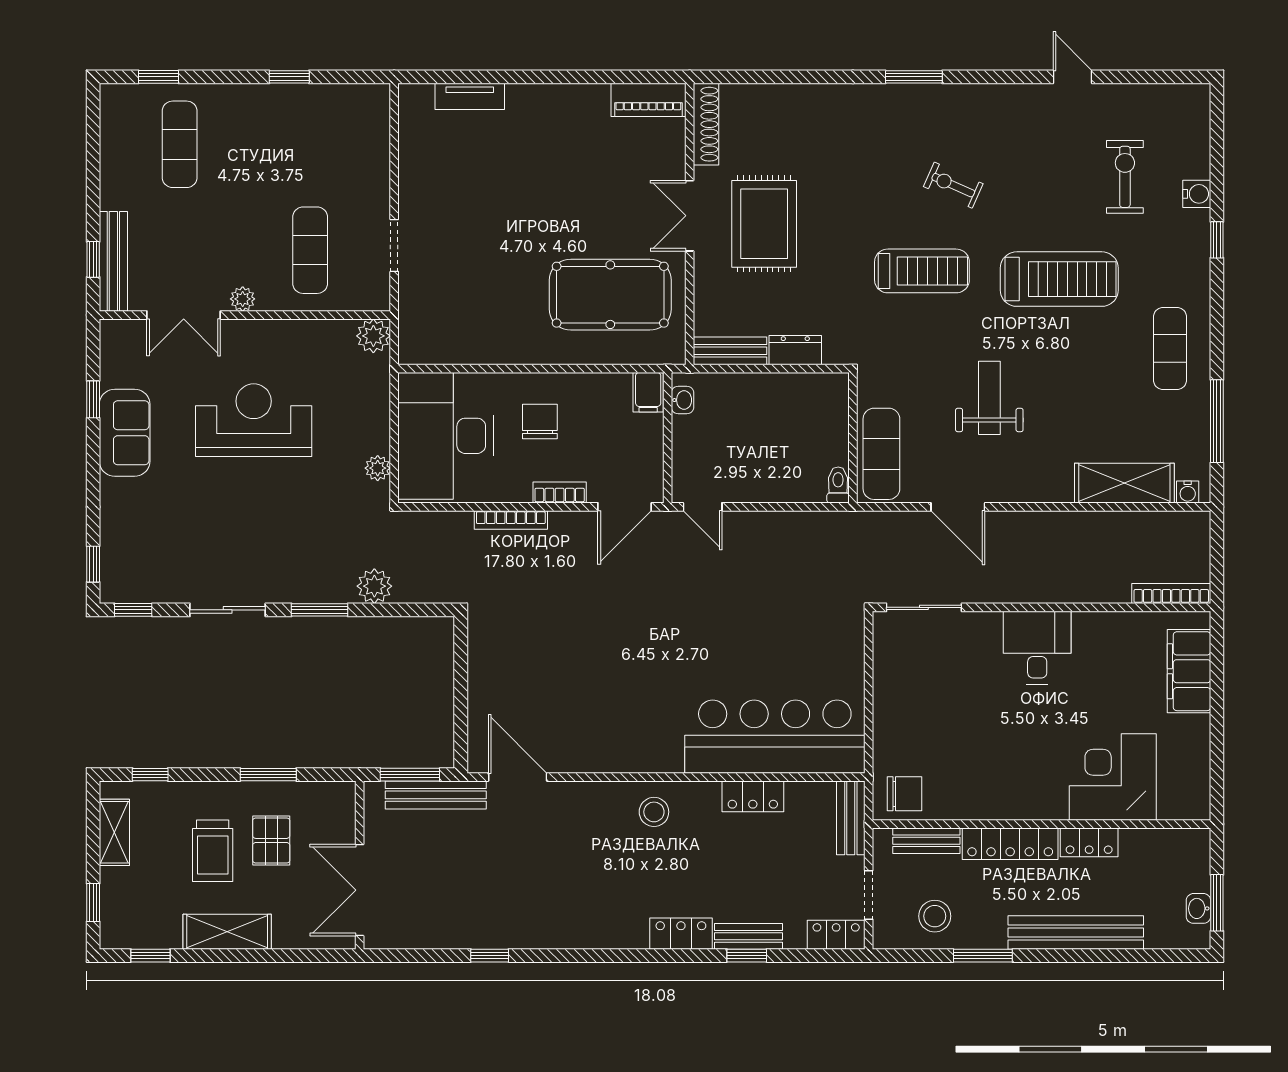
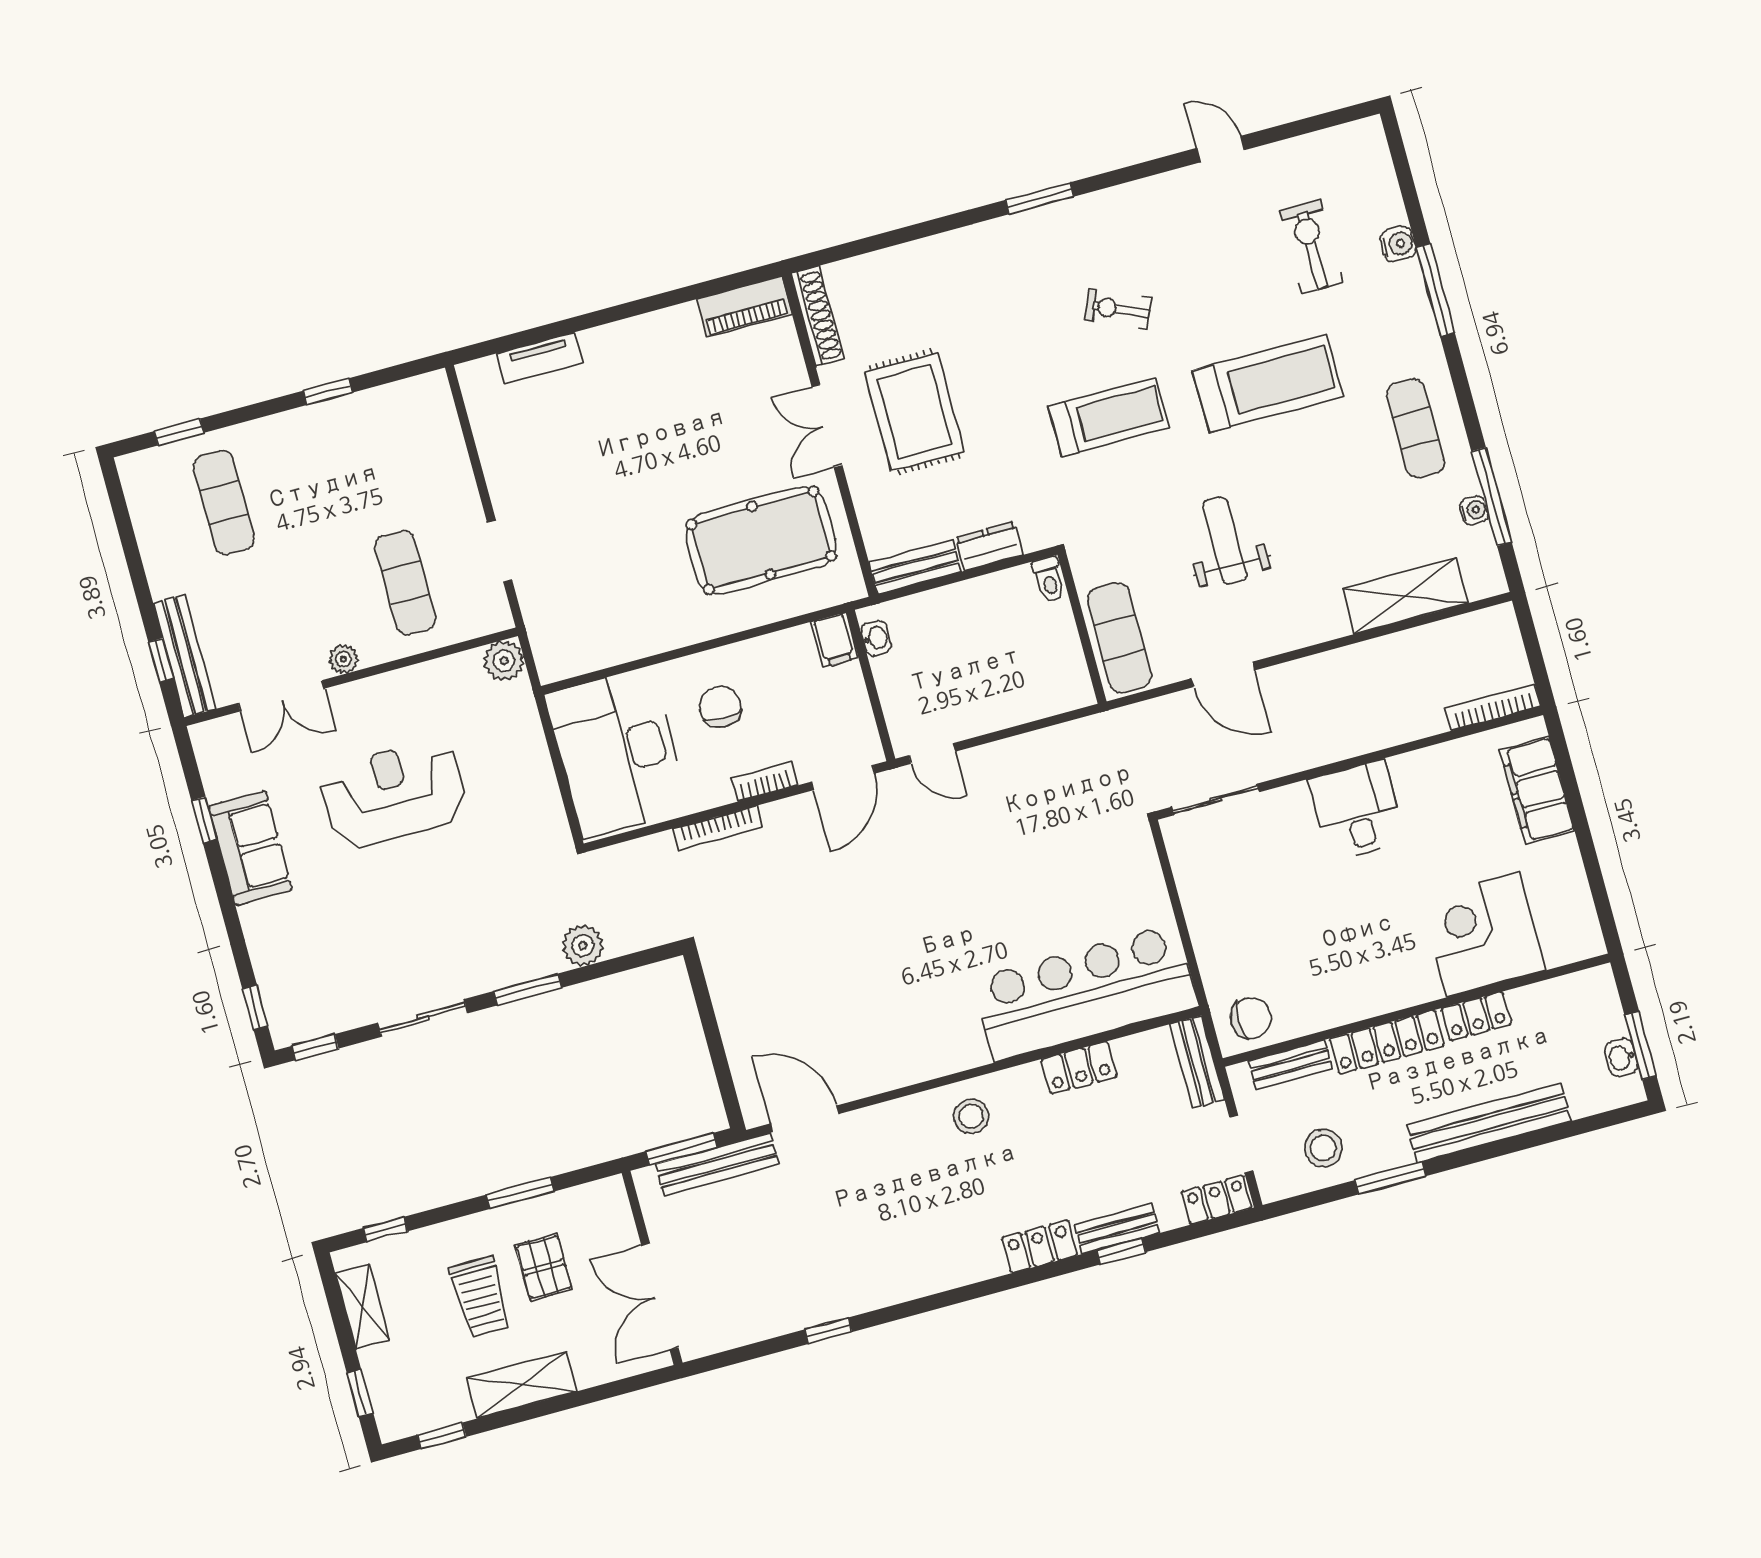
window: (1217, 240) -> (1435, 290), width x2.17
plant: (378, 468) -> (550, 810), removed
toilet: (838, 485) -> (1049, 579), moved, turned 180
water cooler: (1188, 492) -> (1474, 510), moved, turned -90

